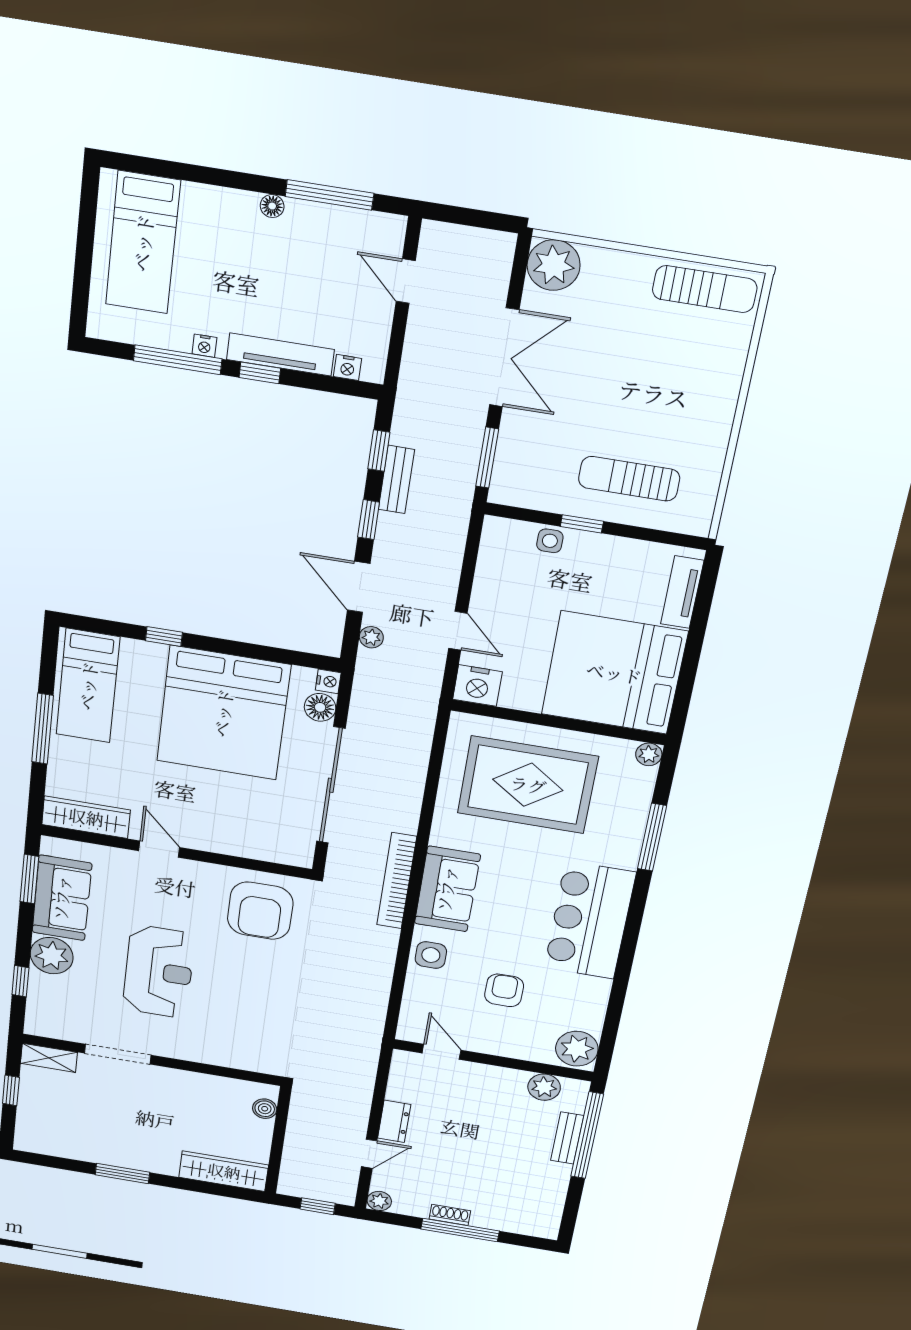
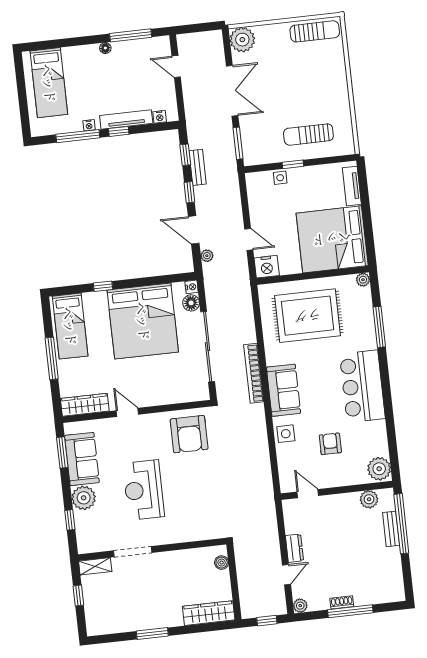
bookcase: (397, 881) -> (254, 373), moved
reception desk: (159, 972) -> (144, 490), turned 180

